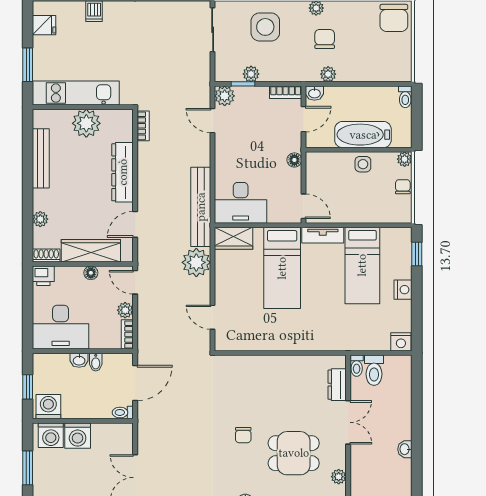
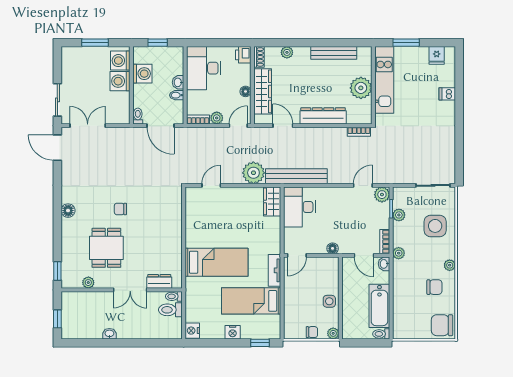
chair: (325, 39) -> (434, 287), moved
plant: (328, 74) -> (399, 253), moved
bathtub: (363, 135) -> (379, 306), moved, turned 180
bed: (282, 268) -> (217, 262), moved, turned 180
washing machine: (48, 407) -> (142, 74), moved

